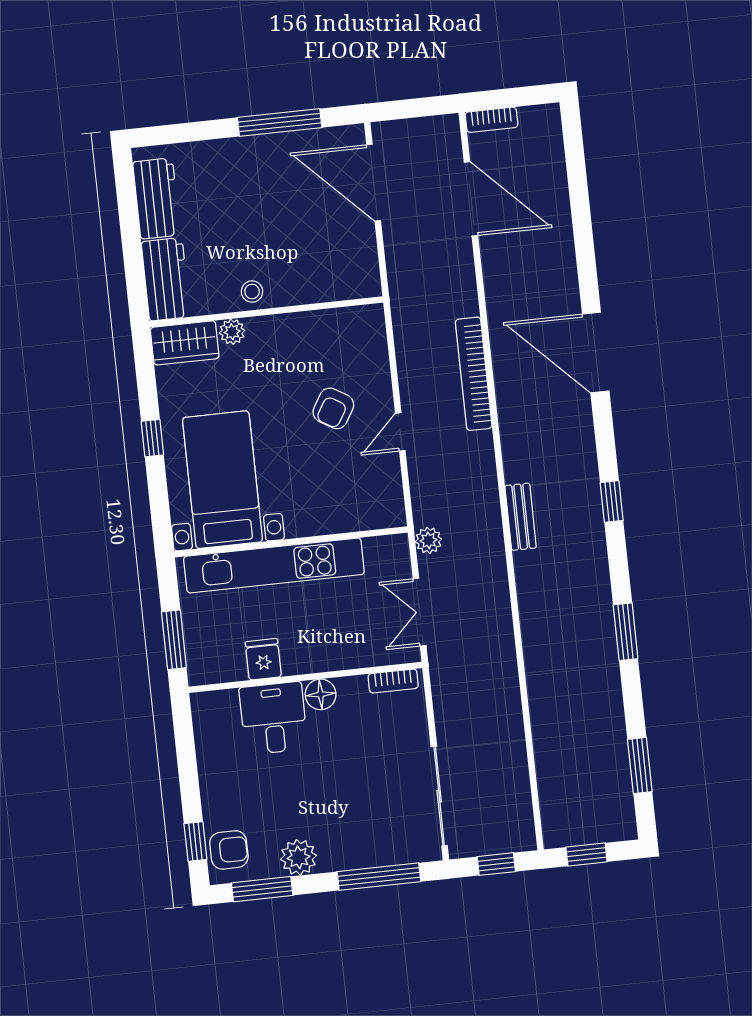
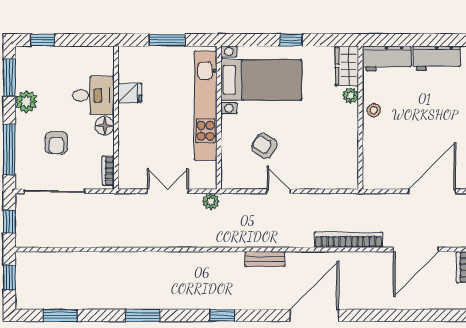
bookcase: (474, 374) -> (349, 240), moved
armchair: (333, 408) -> (264, 146), moved
bench: (521, 517) -> (265, 259), moved
fridge: (263, 659) -> (130, 93), moved
wall: (305, 677) -> (116, 118), moved
bookcase: (393, 681) -> (108, 171), moved
floor lamp: (321, 694) -> (105, 126), moved
desk: (273, 718) -> (93, 95), moved
armchair: (229, 850) -> (56, 143), moved

